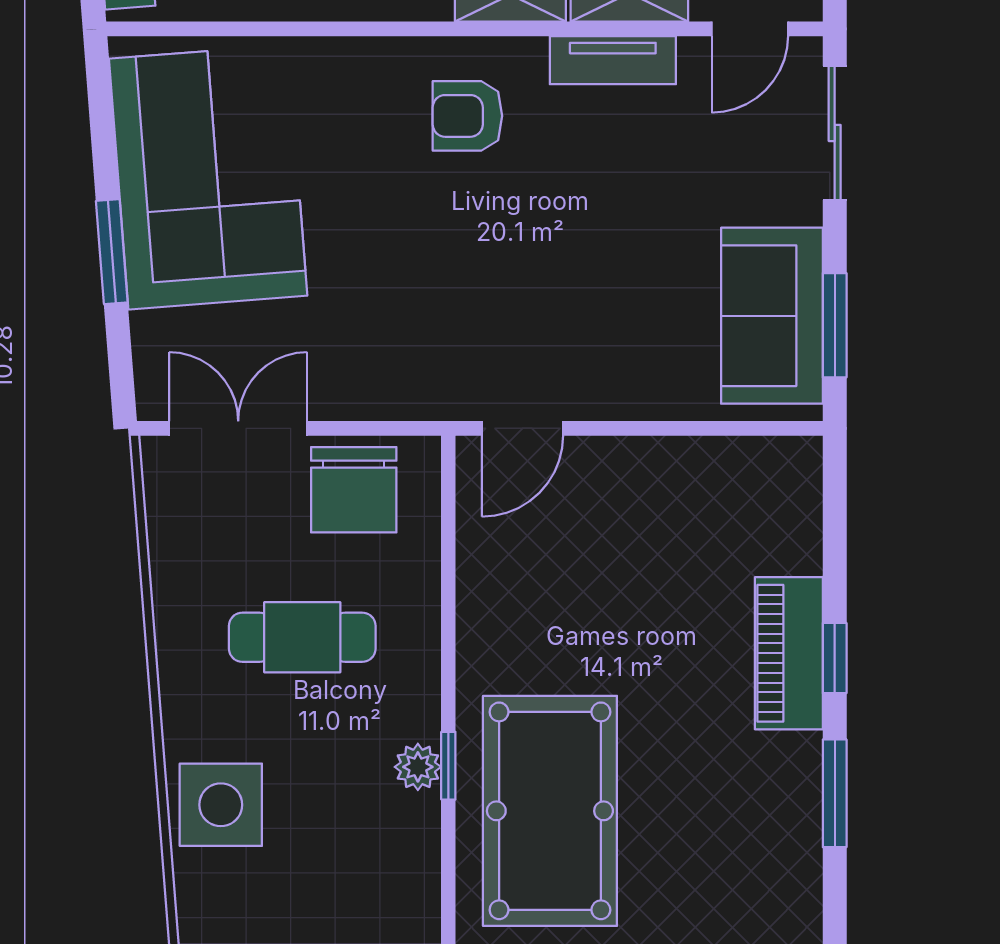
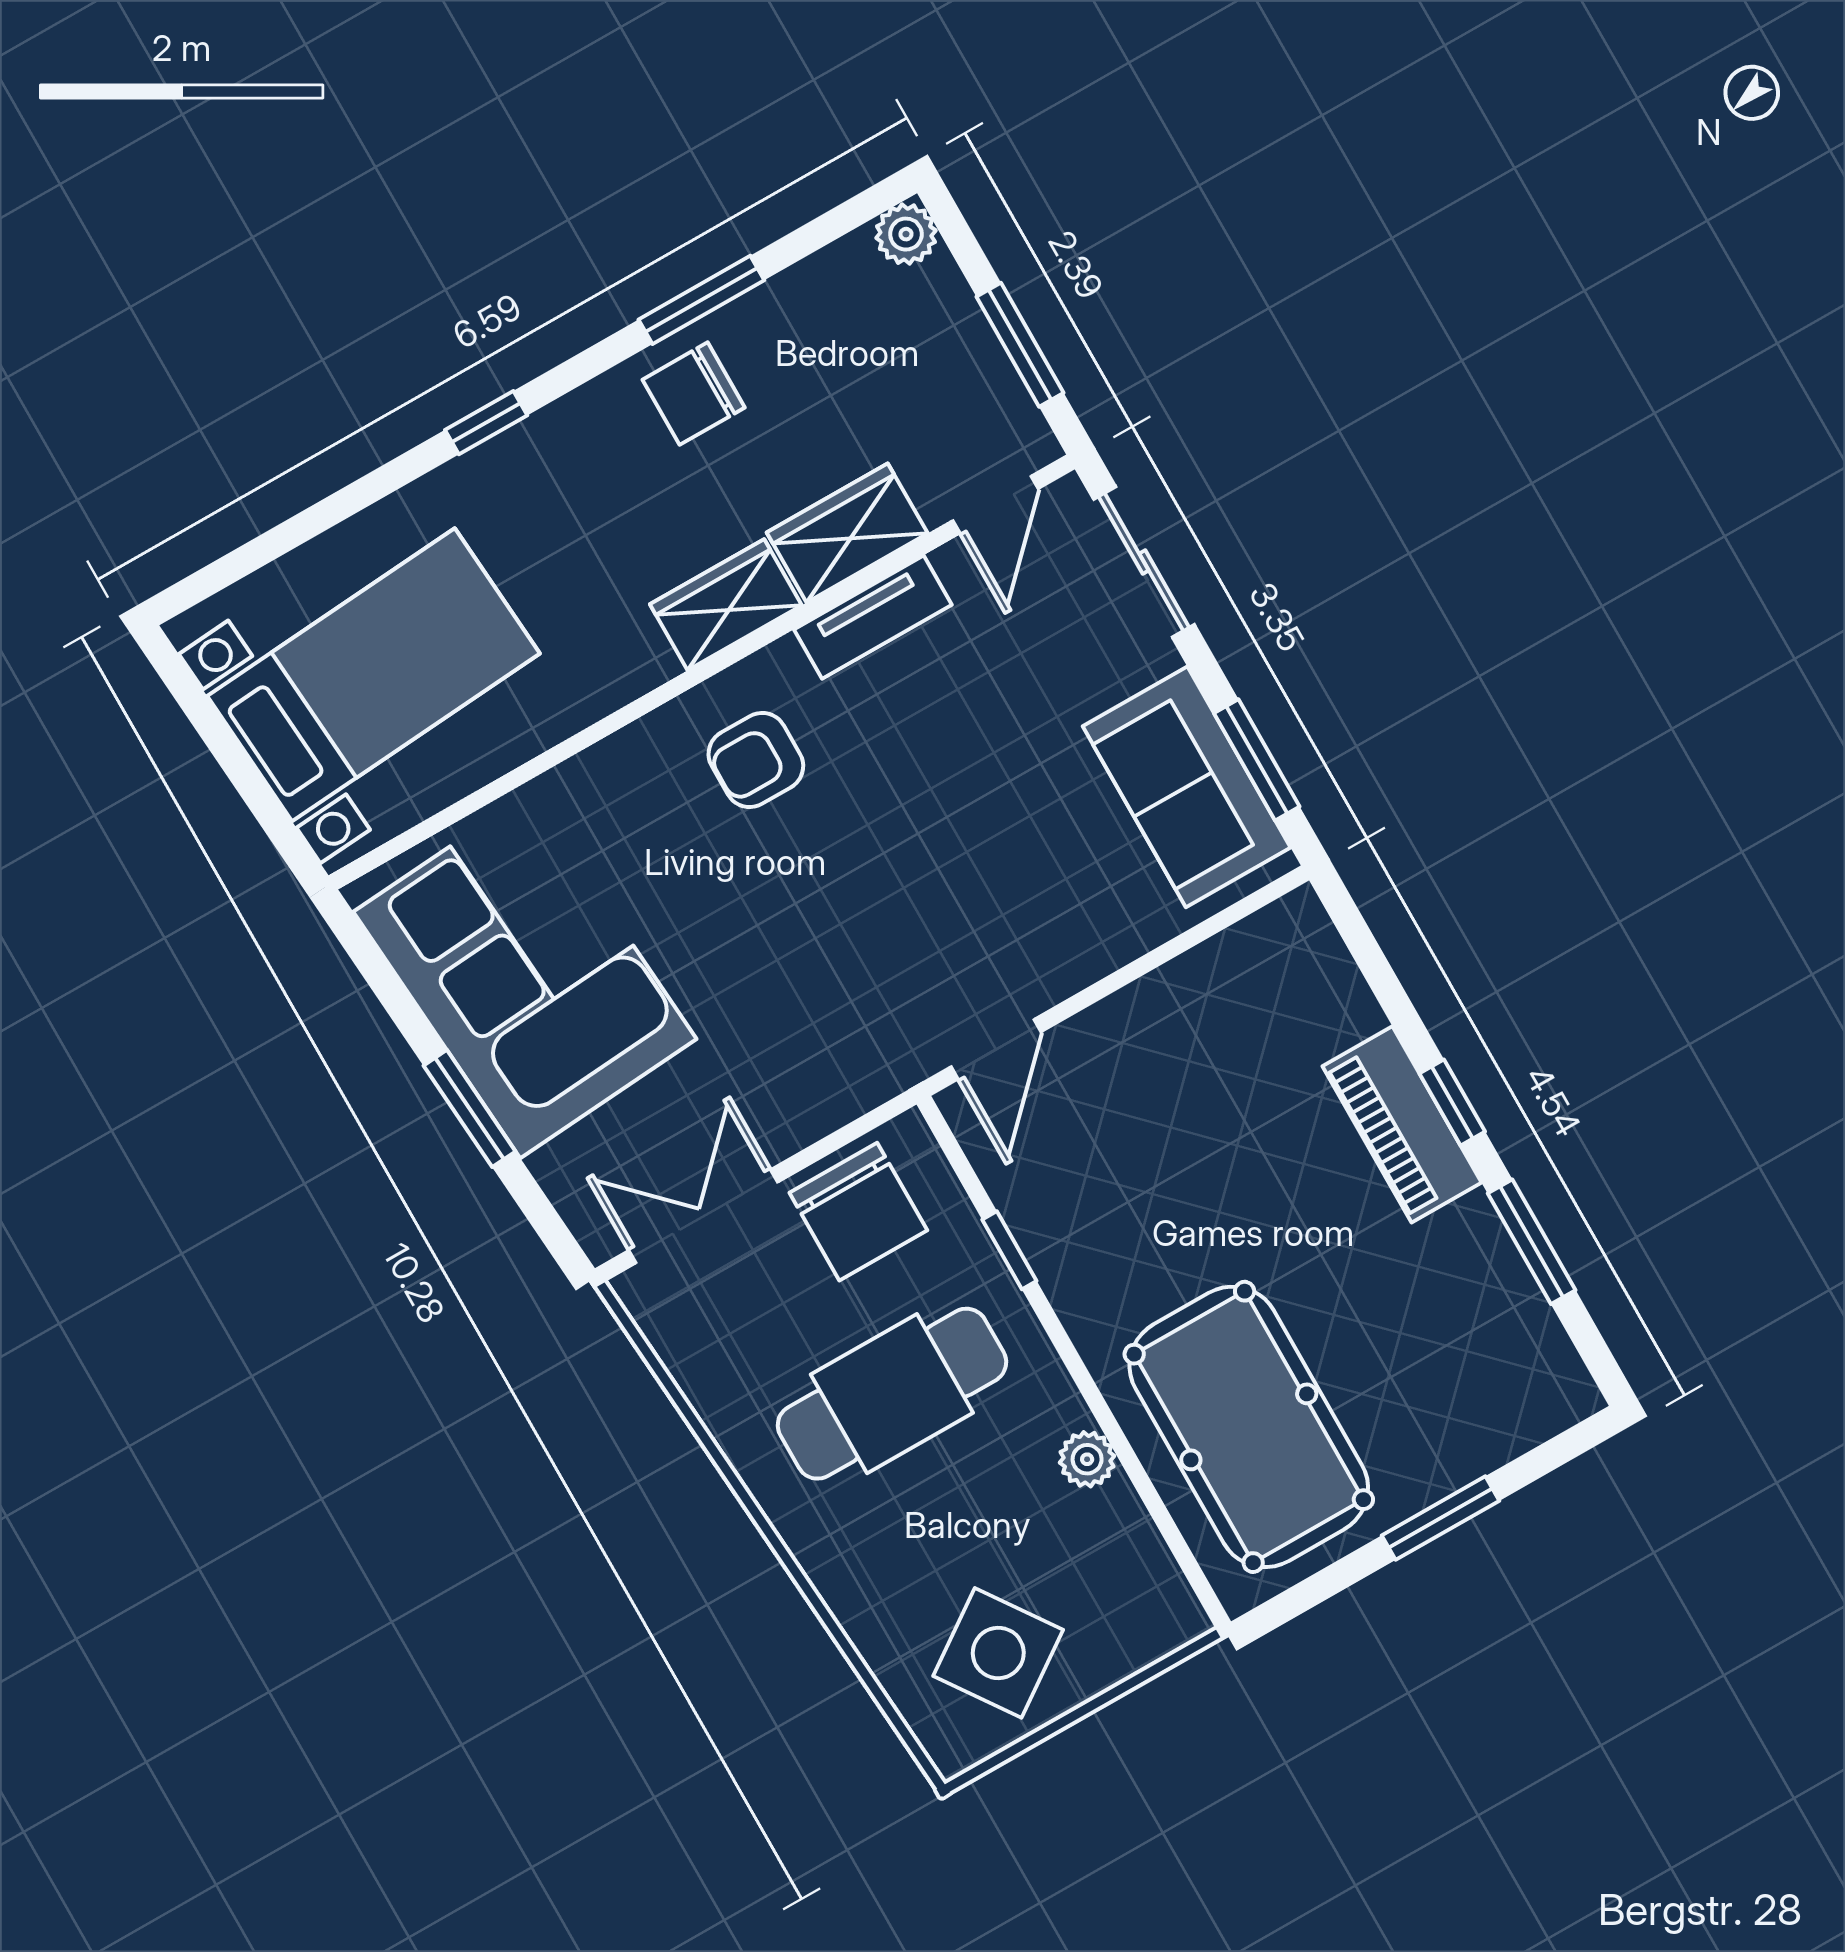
cafe table: (302, 637) -> (892, 1394), width x1.37, depth x1.35
window: (448, 766) -> (1009, 1250), moved
side table: (221, 805) -> (998, 1653), moved, turned -35

